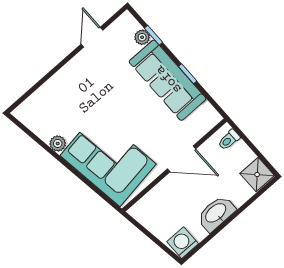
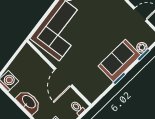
sofa: (168, 80) -> (119, 61), width x0.73

